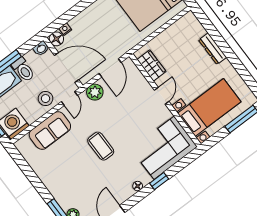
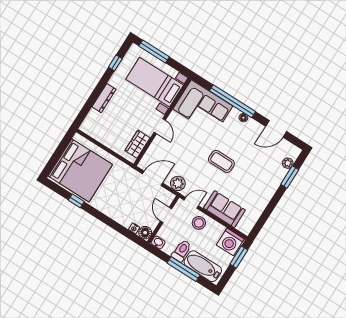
door: (67, 67) -> (166, 215), width x0.53
window: (245, 74) -> (115, 63), added
door: (162, 96) -> (160, 126), swing flipped
coffee table: (101, 146) -> (221, 161), turned 90
window: (159, 181) -> (232, 101), width x3.17

